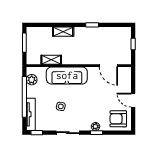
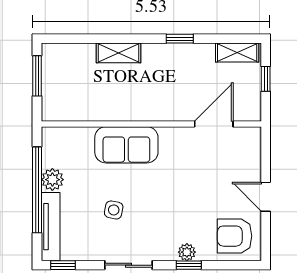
shelving: (51, 60) -> (237, 53), moved
door: (108, 66) -> (214, 124), swing flipped
sofa: (67, 75) -> (126, 145), width x0.73
plant: (32, 80) -> (52, 180), moved

